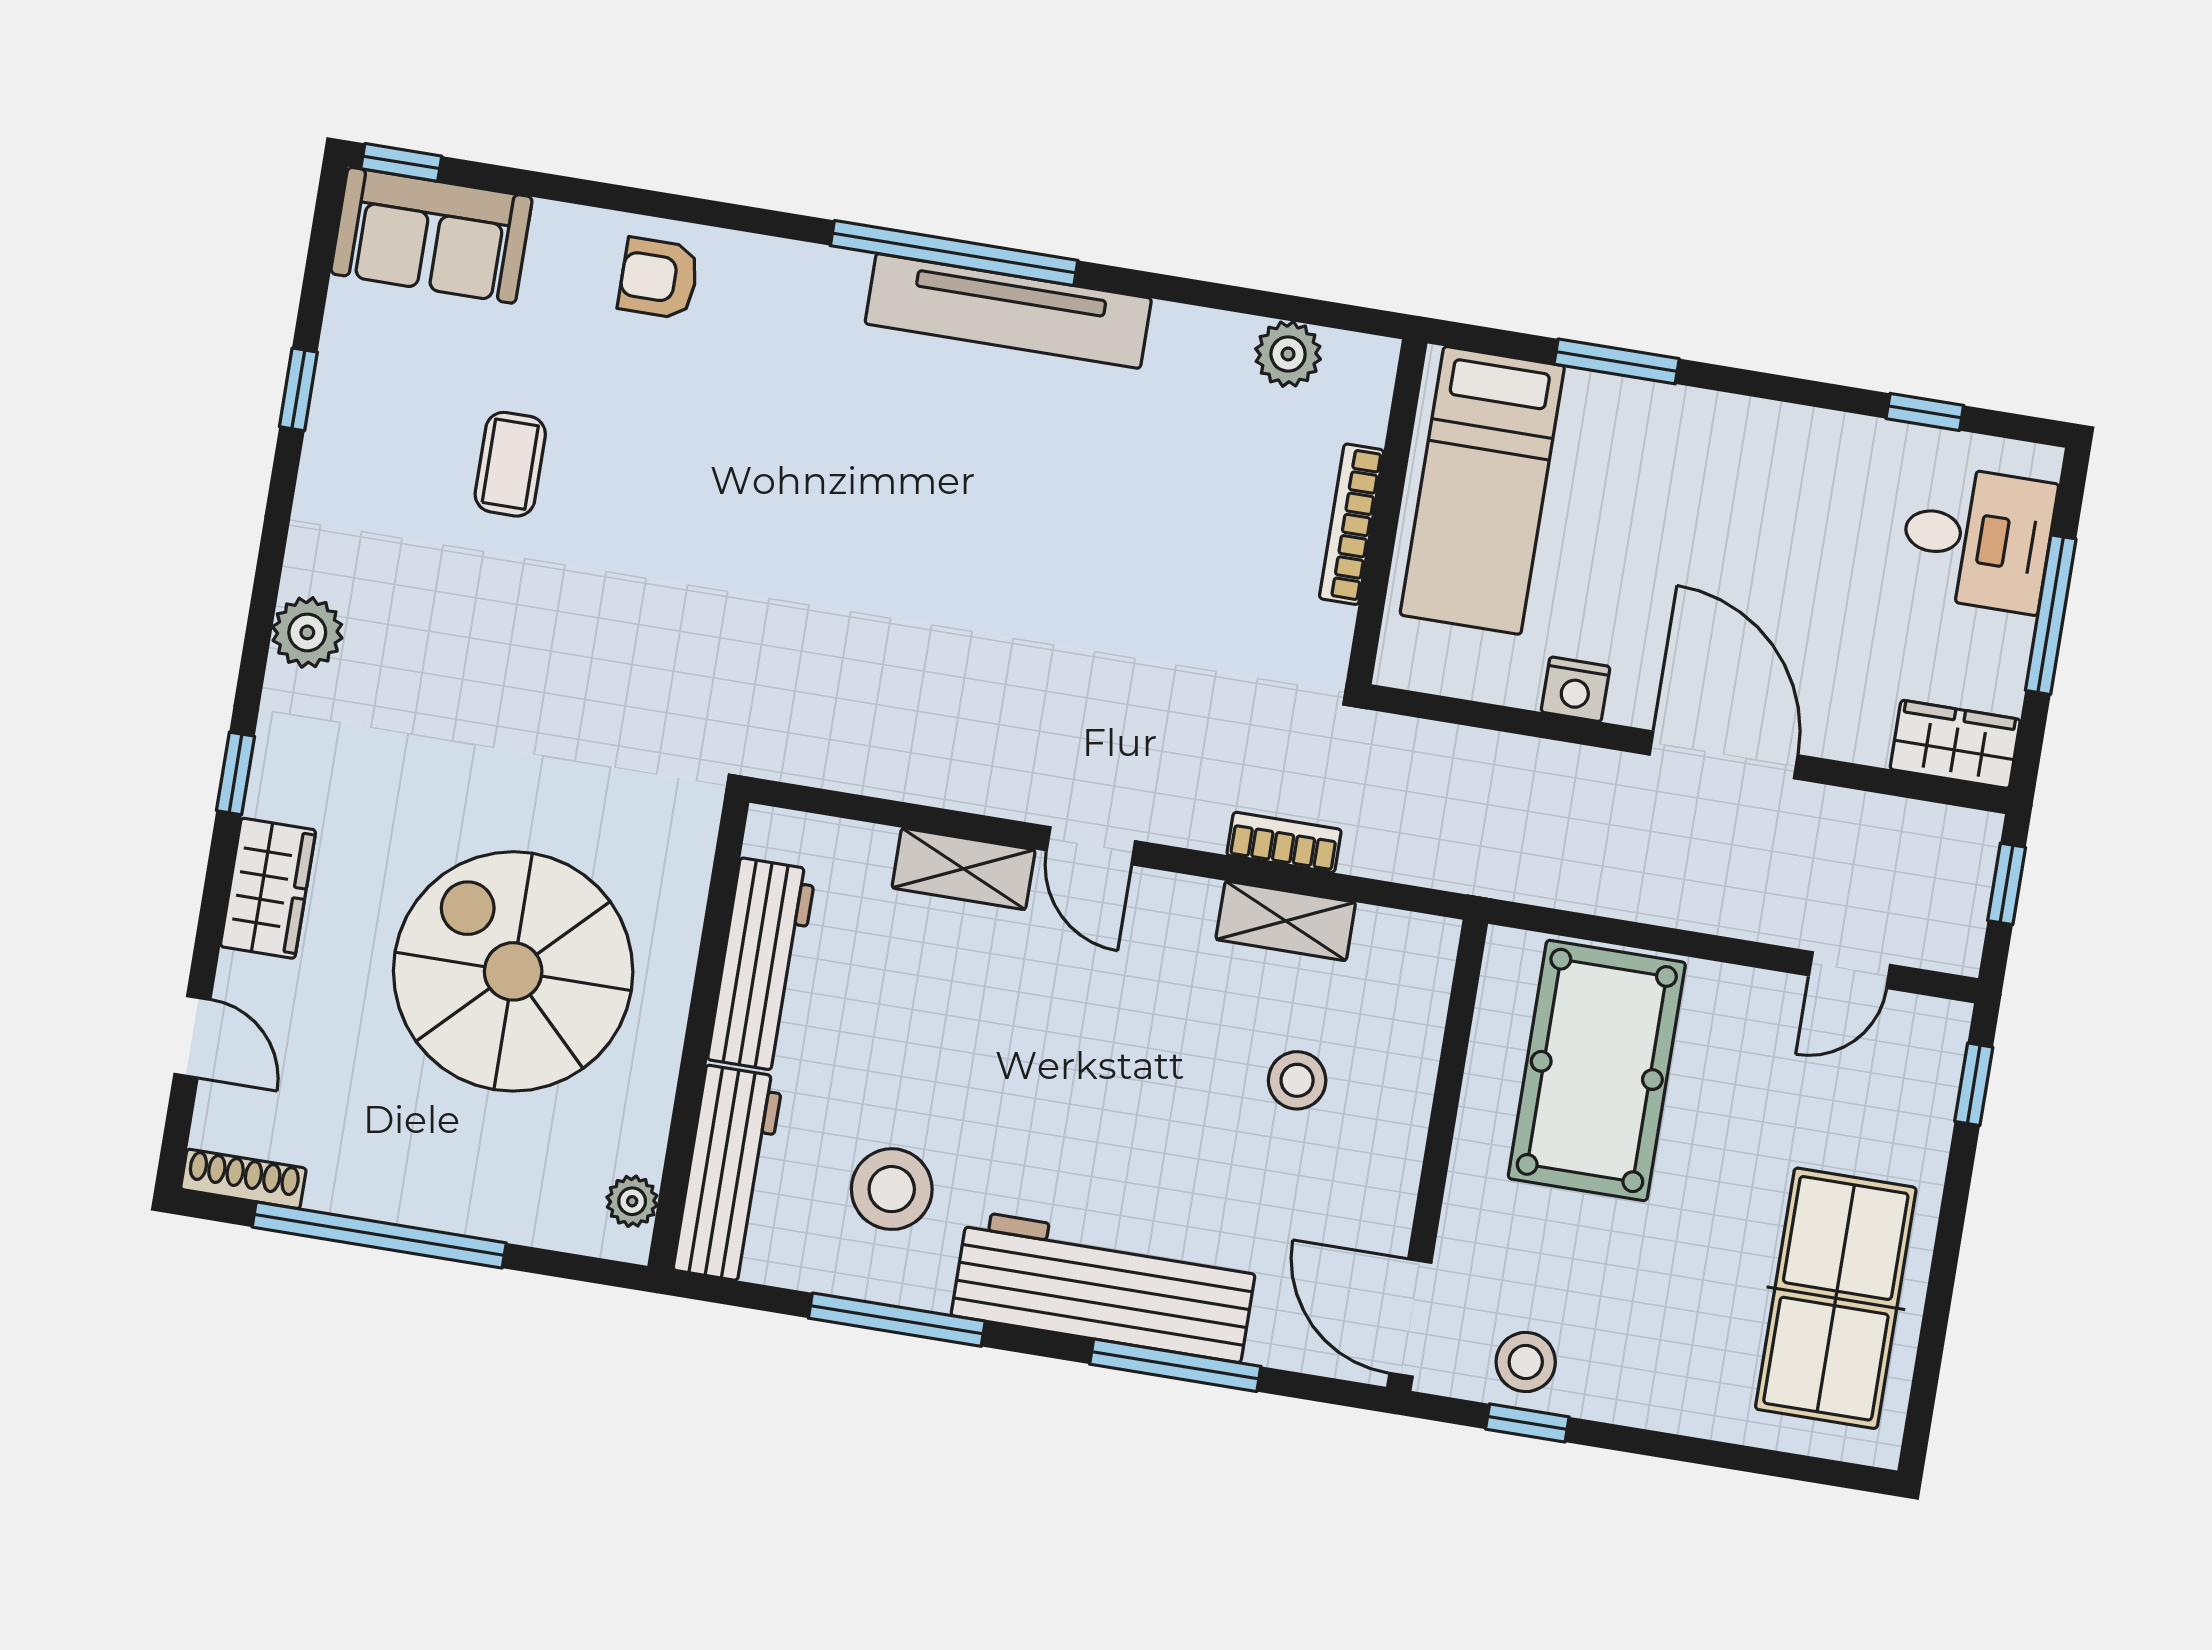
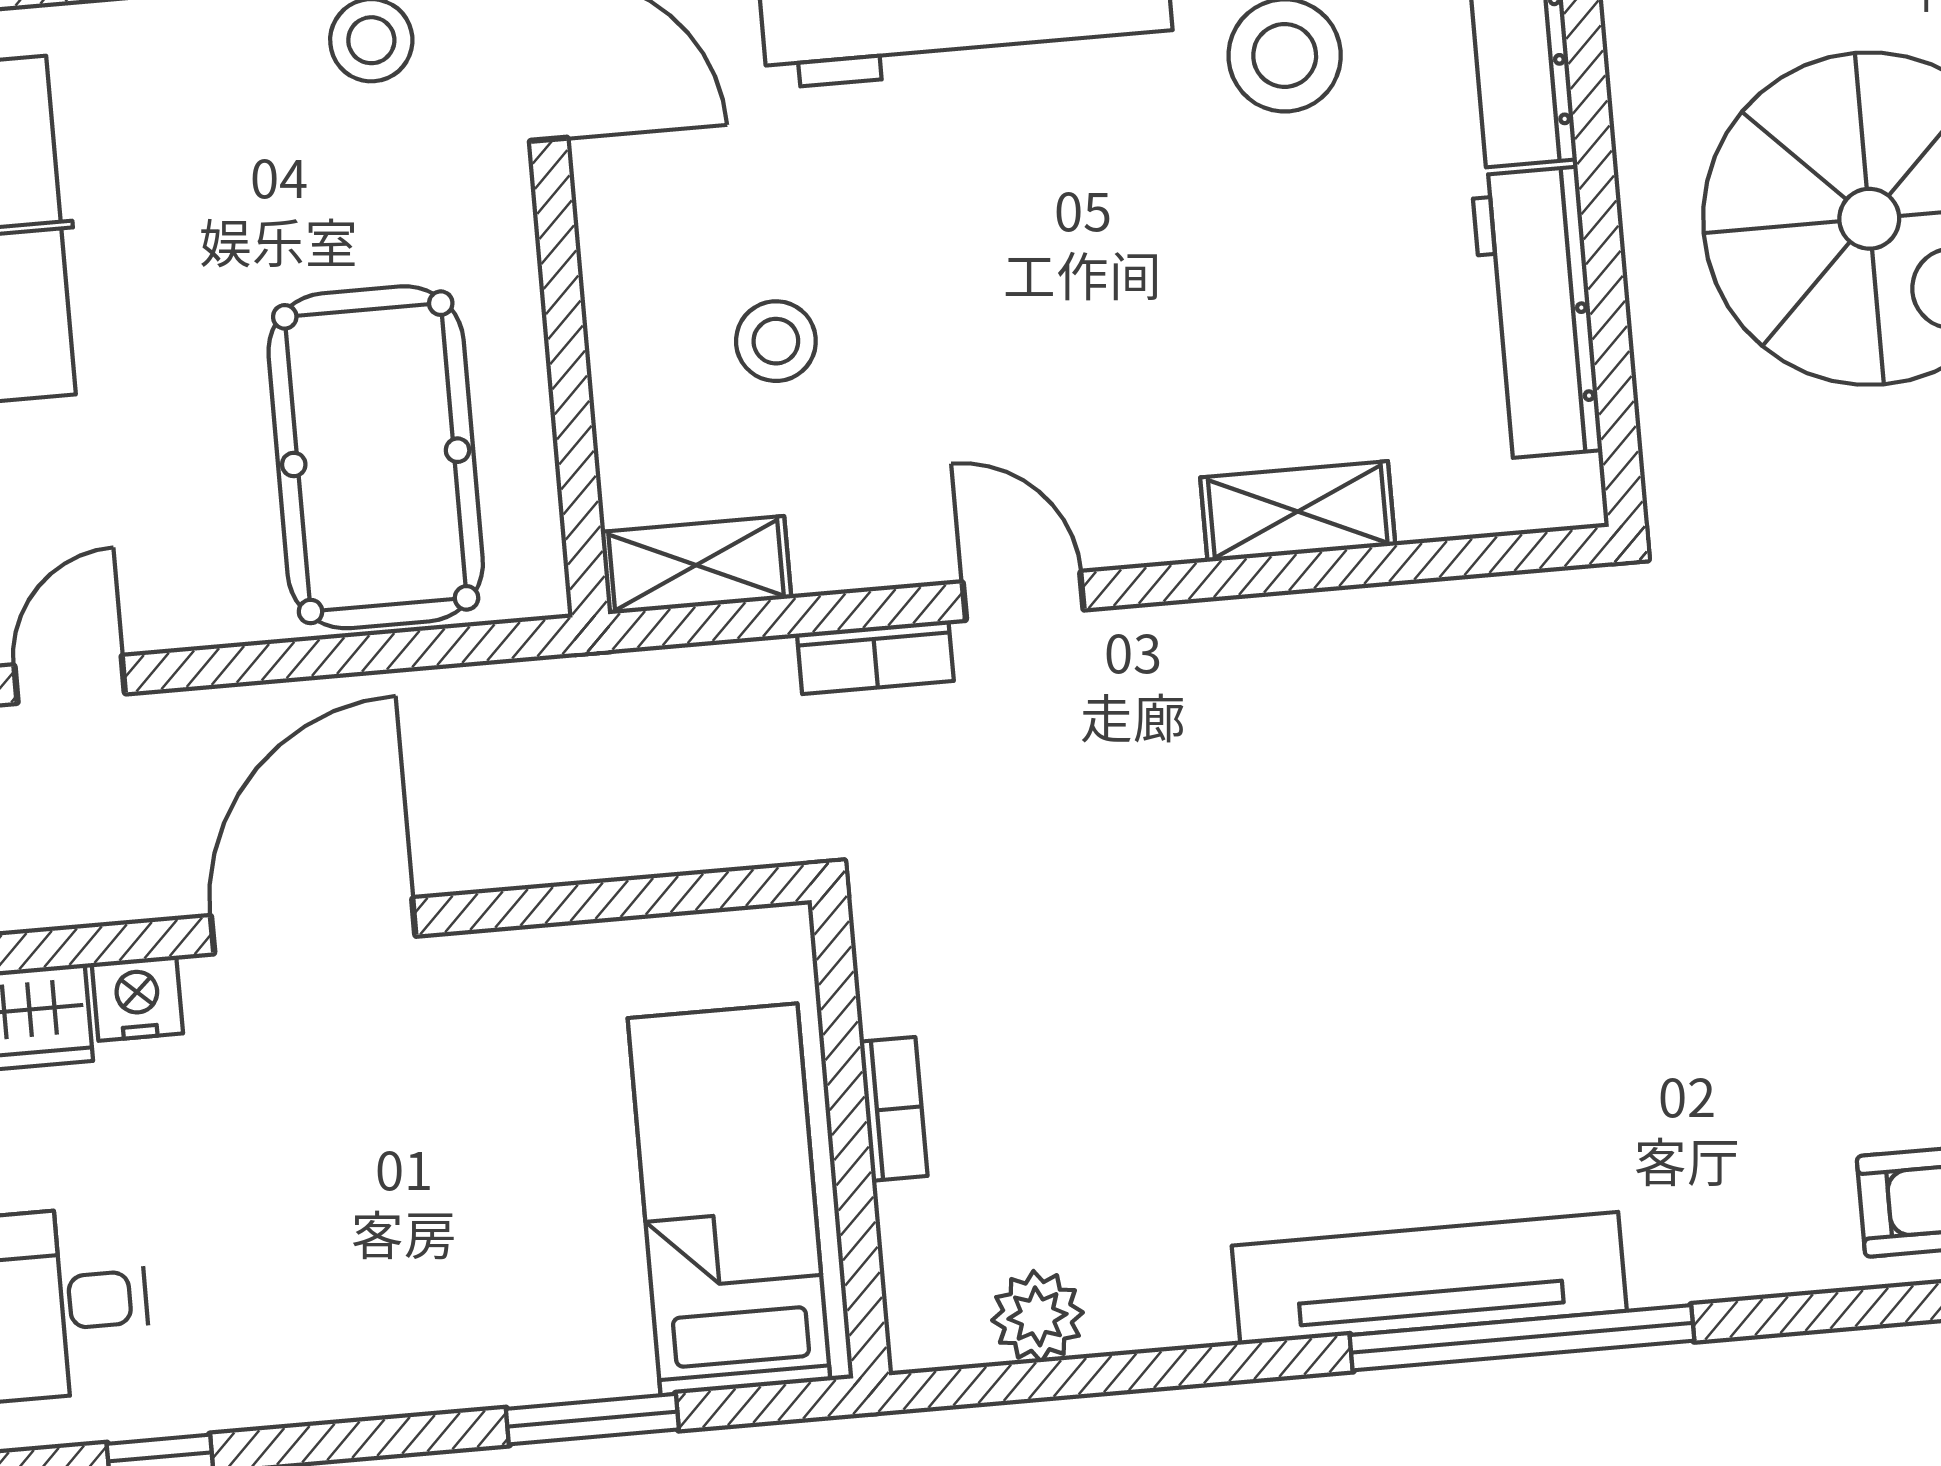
bookcase: (1351, 524) -> (894, 1109), width x0.64
nightstand: (1576, 689) -> (137, 998), moved
door: (1724, 755) -> (313, 926), swing flipped
door: (1091, 846) -> (1023, 596), moved
shelving: (1286, 921) -> (696, 565), moved

